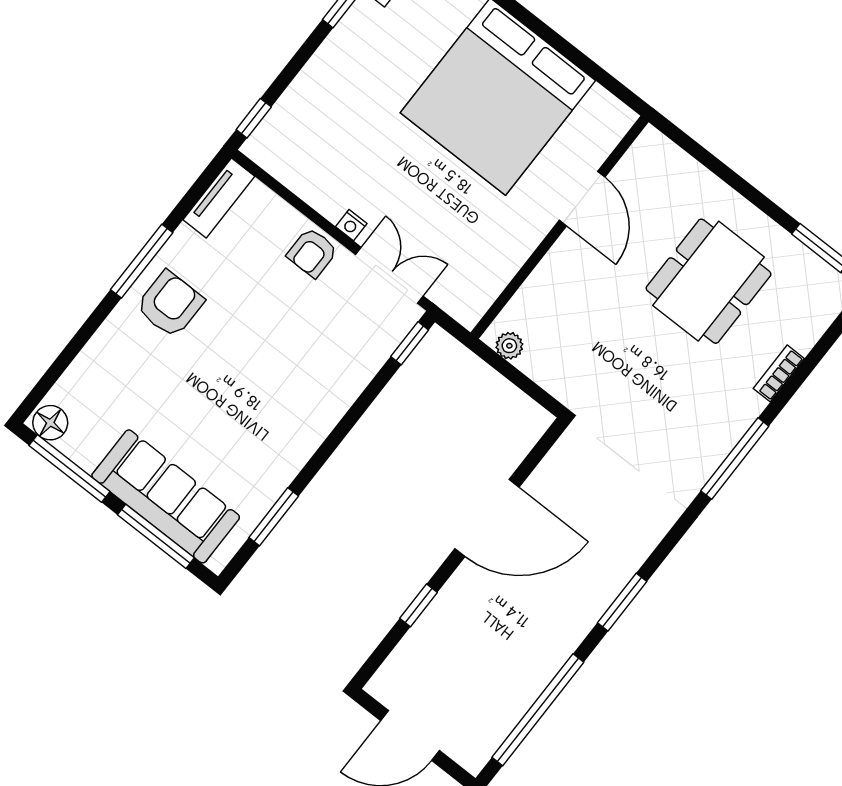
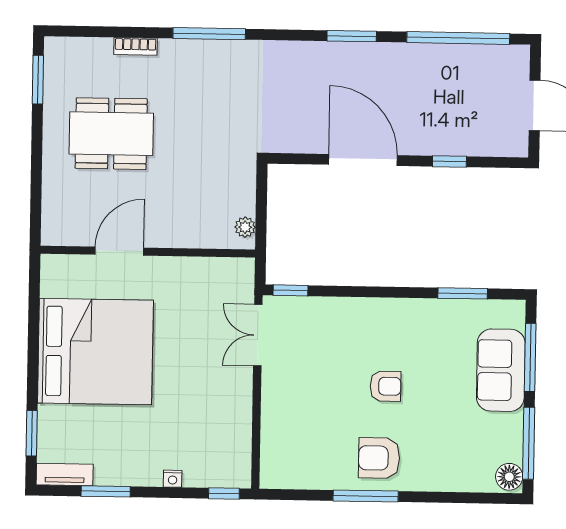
tv unit: (219, 198) -> (290, 478), removed
nightstand: (351, 225) -> (173, 479), moved, turned 90
armchair: (312, 253) -> (386, 386), moved
sofa: (166, 496) -> (501, 370), width x0.73

